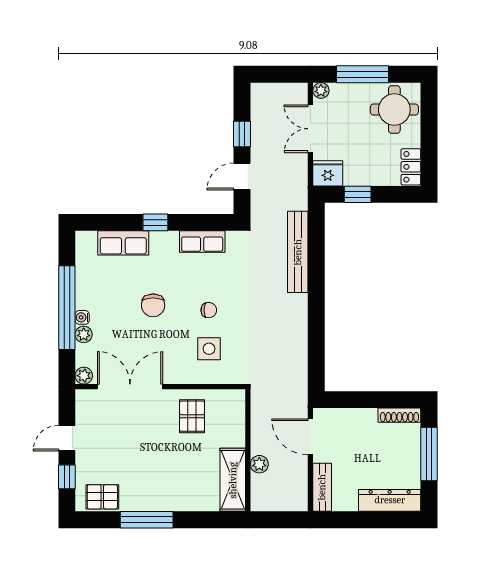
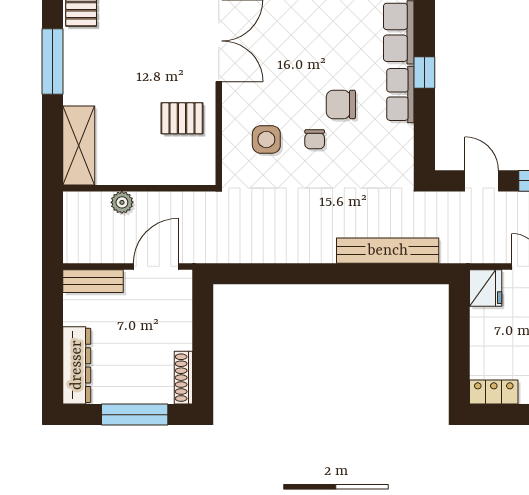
window: (358, 194) -> (459, 325), removed
row of seats: (202, 242) -> (400, 94), moved
chair: (153, 305) -> (341, 104), moved
shelving: (233, 480) -> (79, 146), moved, turned 90

